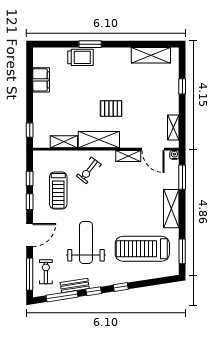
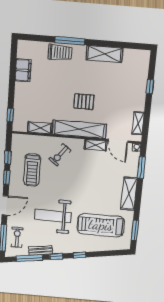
window: (90, 44) -> (70, 41), width x1.44
shelving: (151, 55) -> (104, 54), moved
shelving: (99, 140) -> (79, 129), width x1.47
weight bench: (86, 243) -> (53, 216), turned -90

